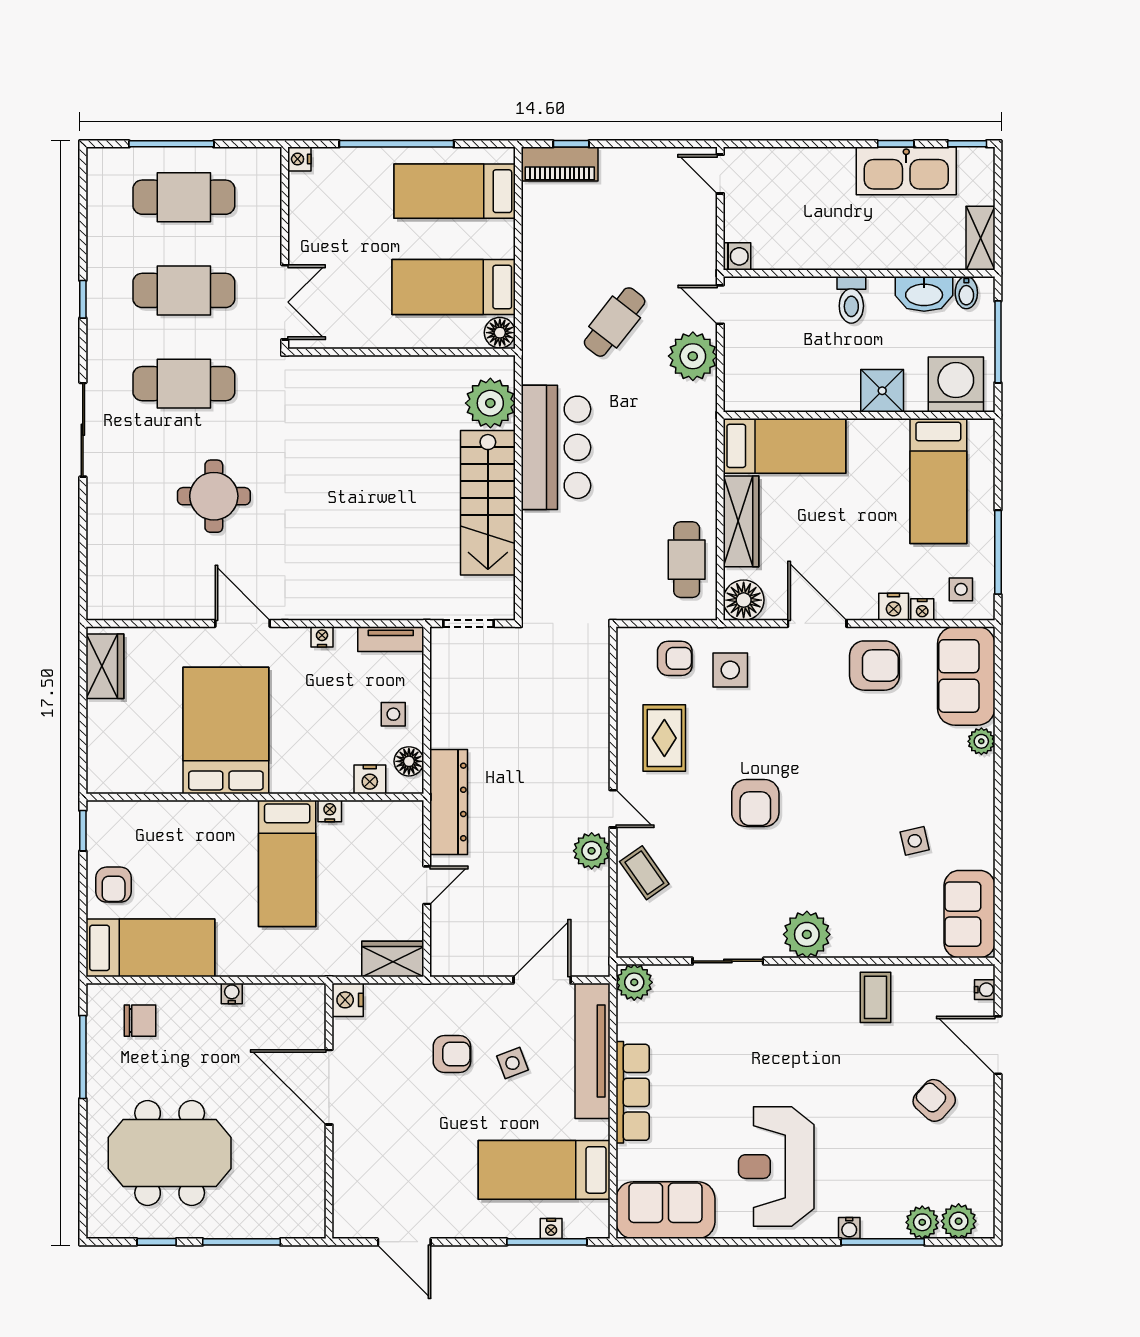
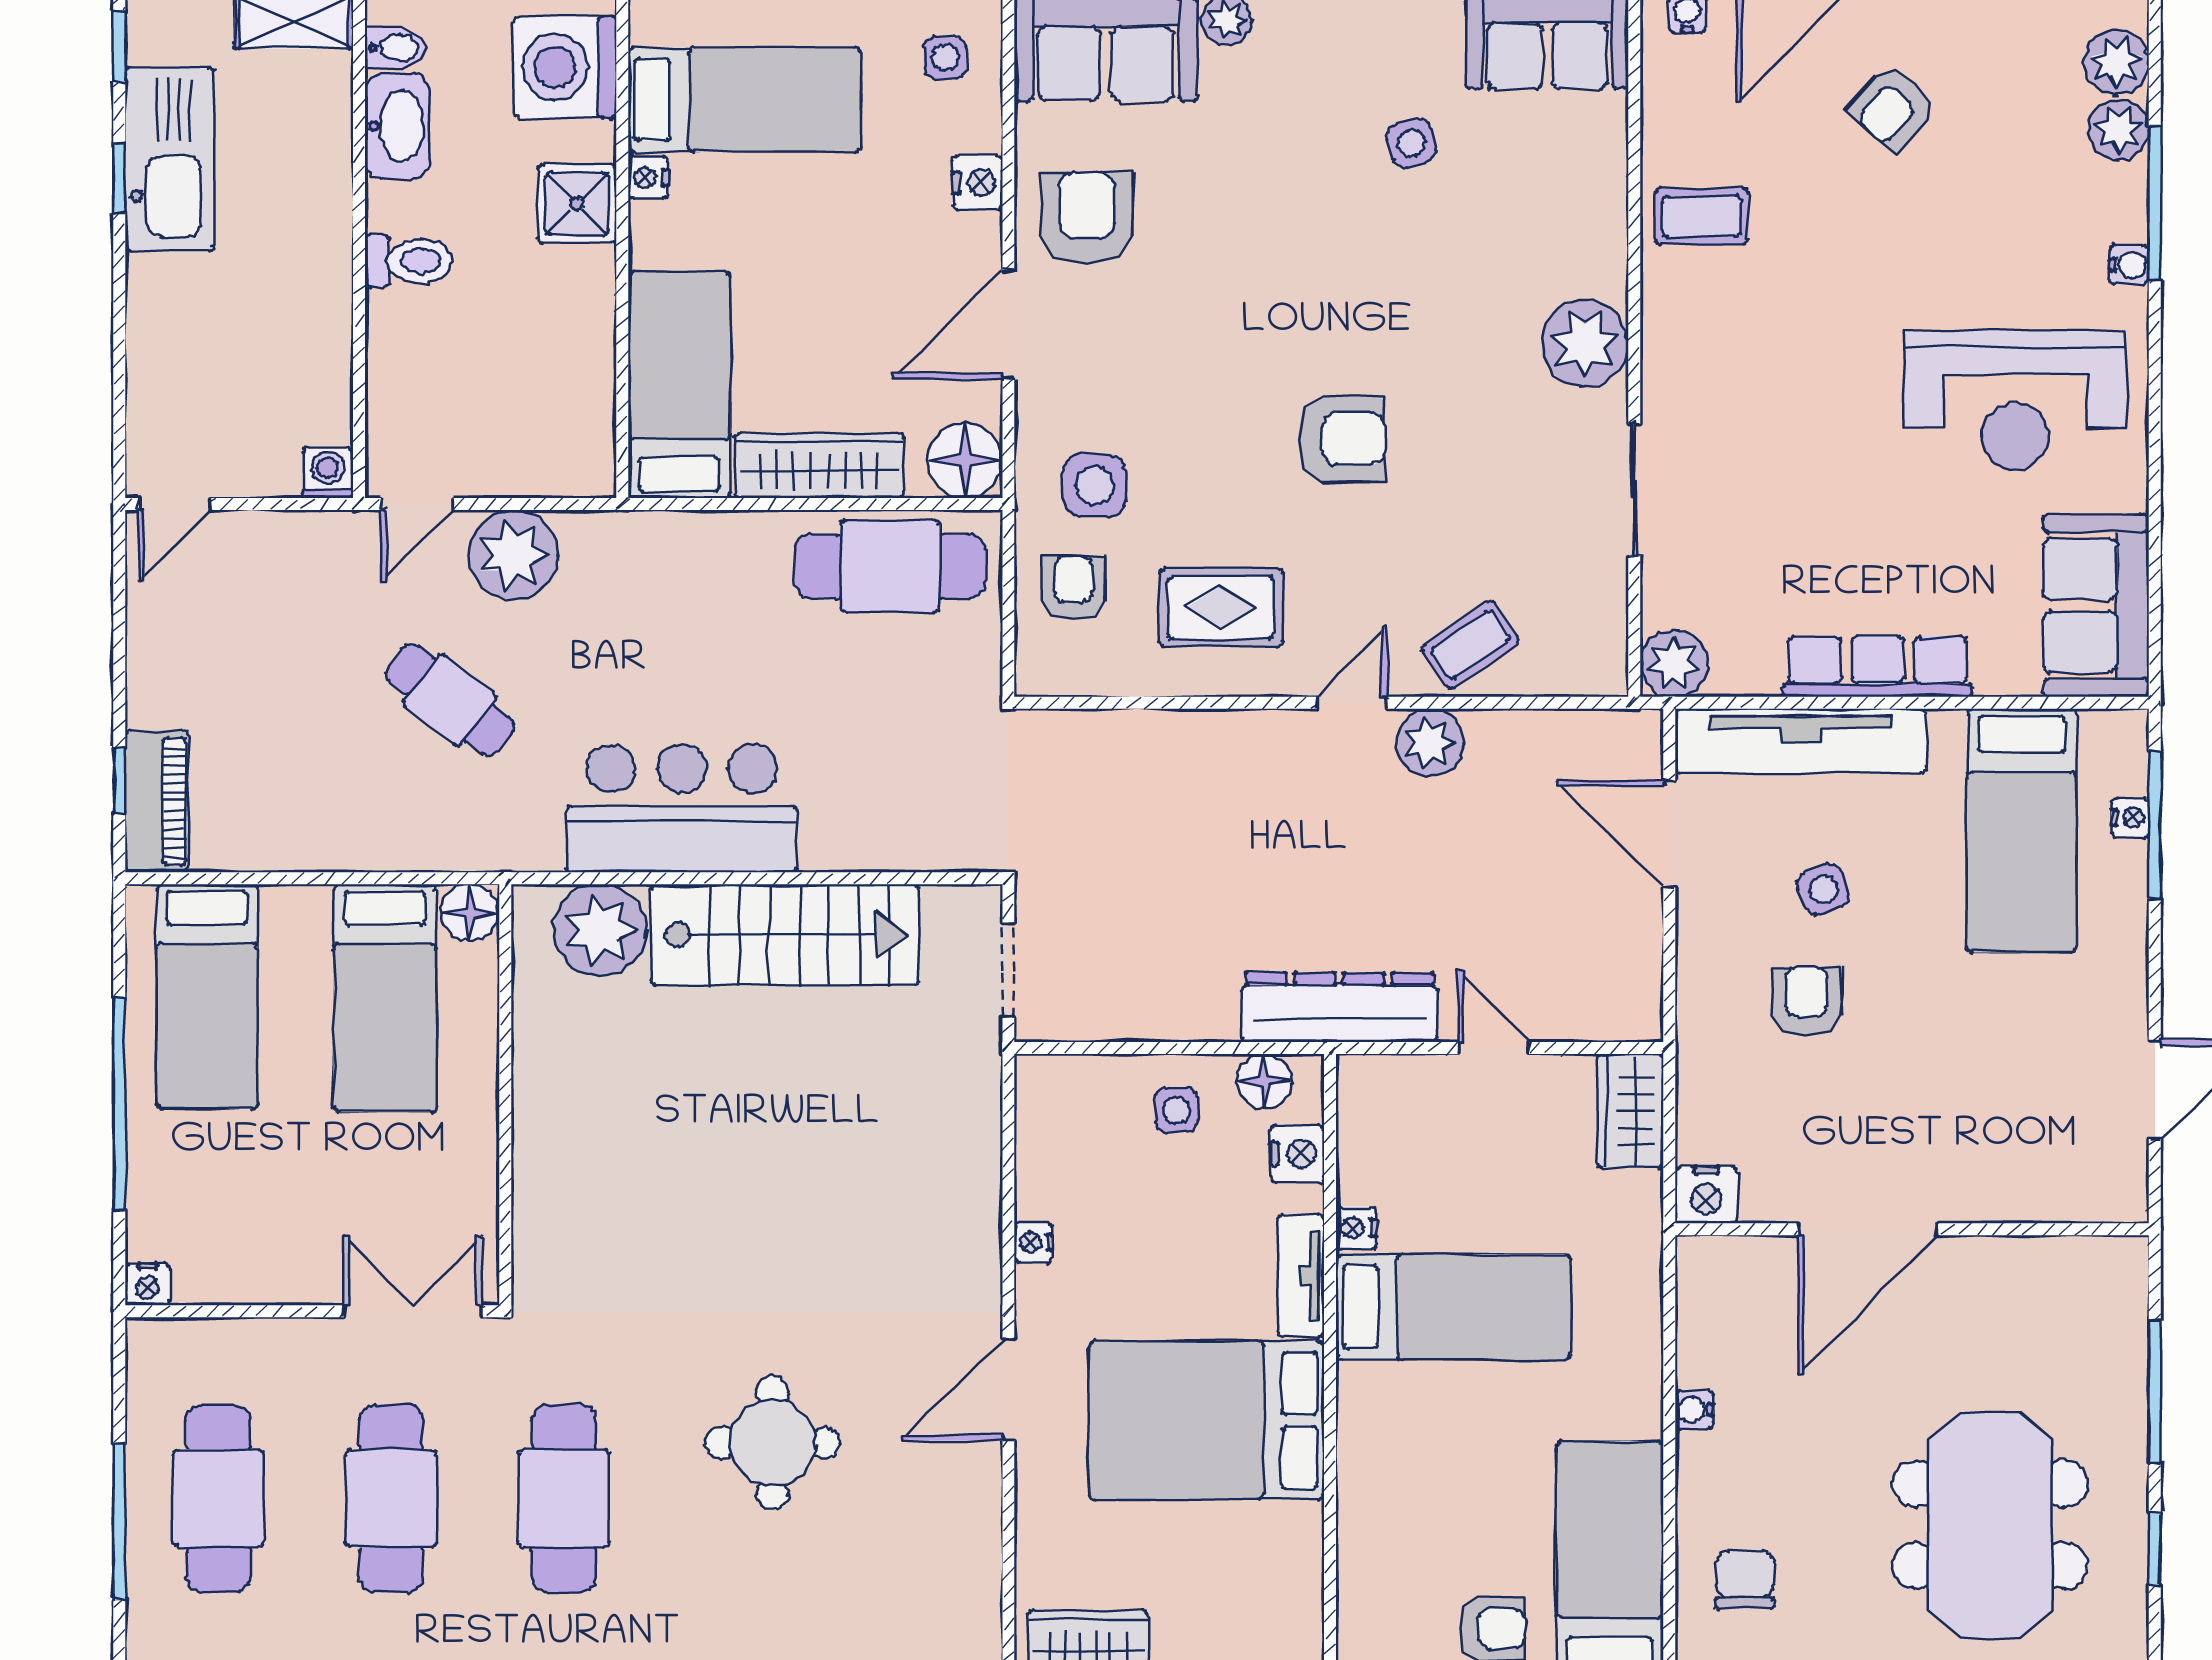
cafe table: (687, 560) -> (890, 566), width x1.37, depth x1.35
nightstand: (922, 609) -> (648, 178), moved, turned 180
tv unit: (391, 639) -> (1301, 1275), moved, turned 180

